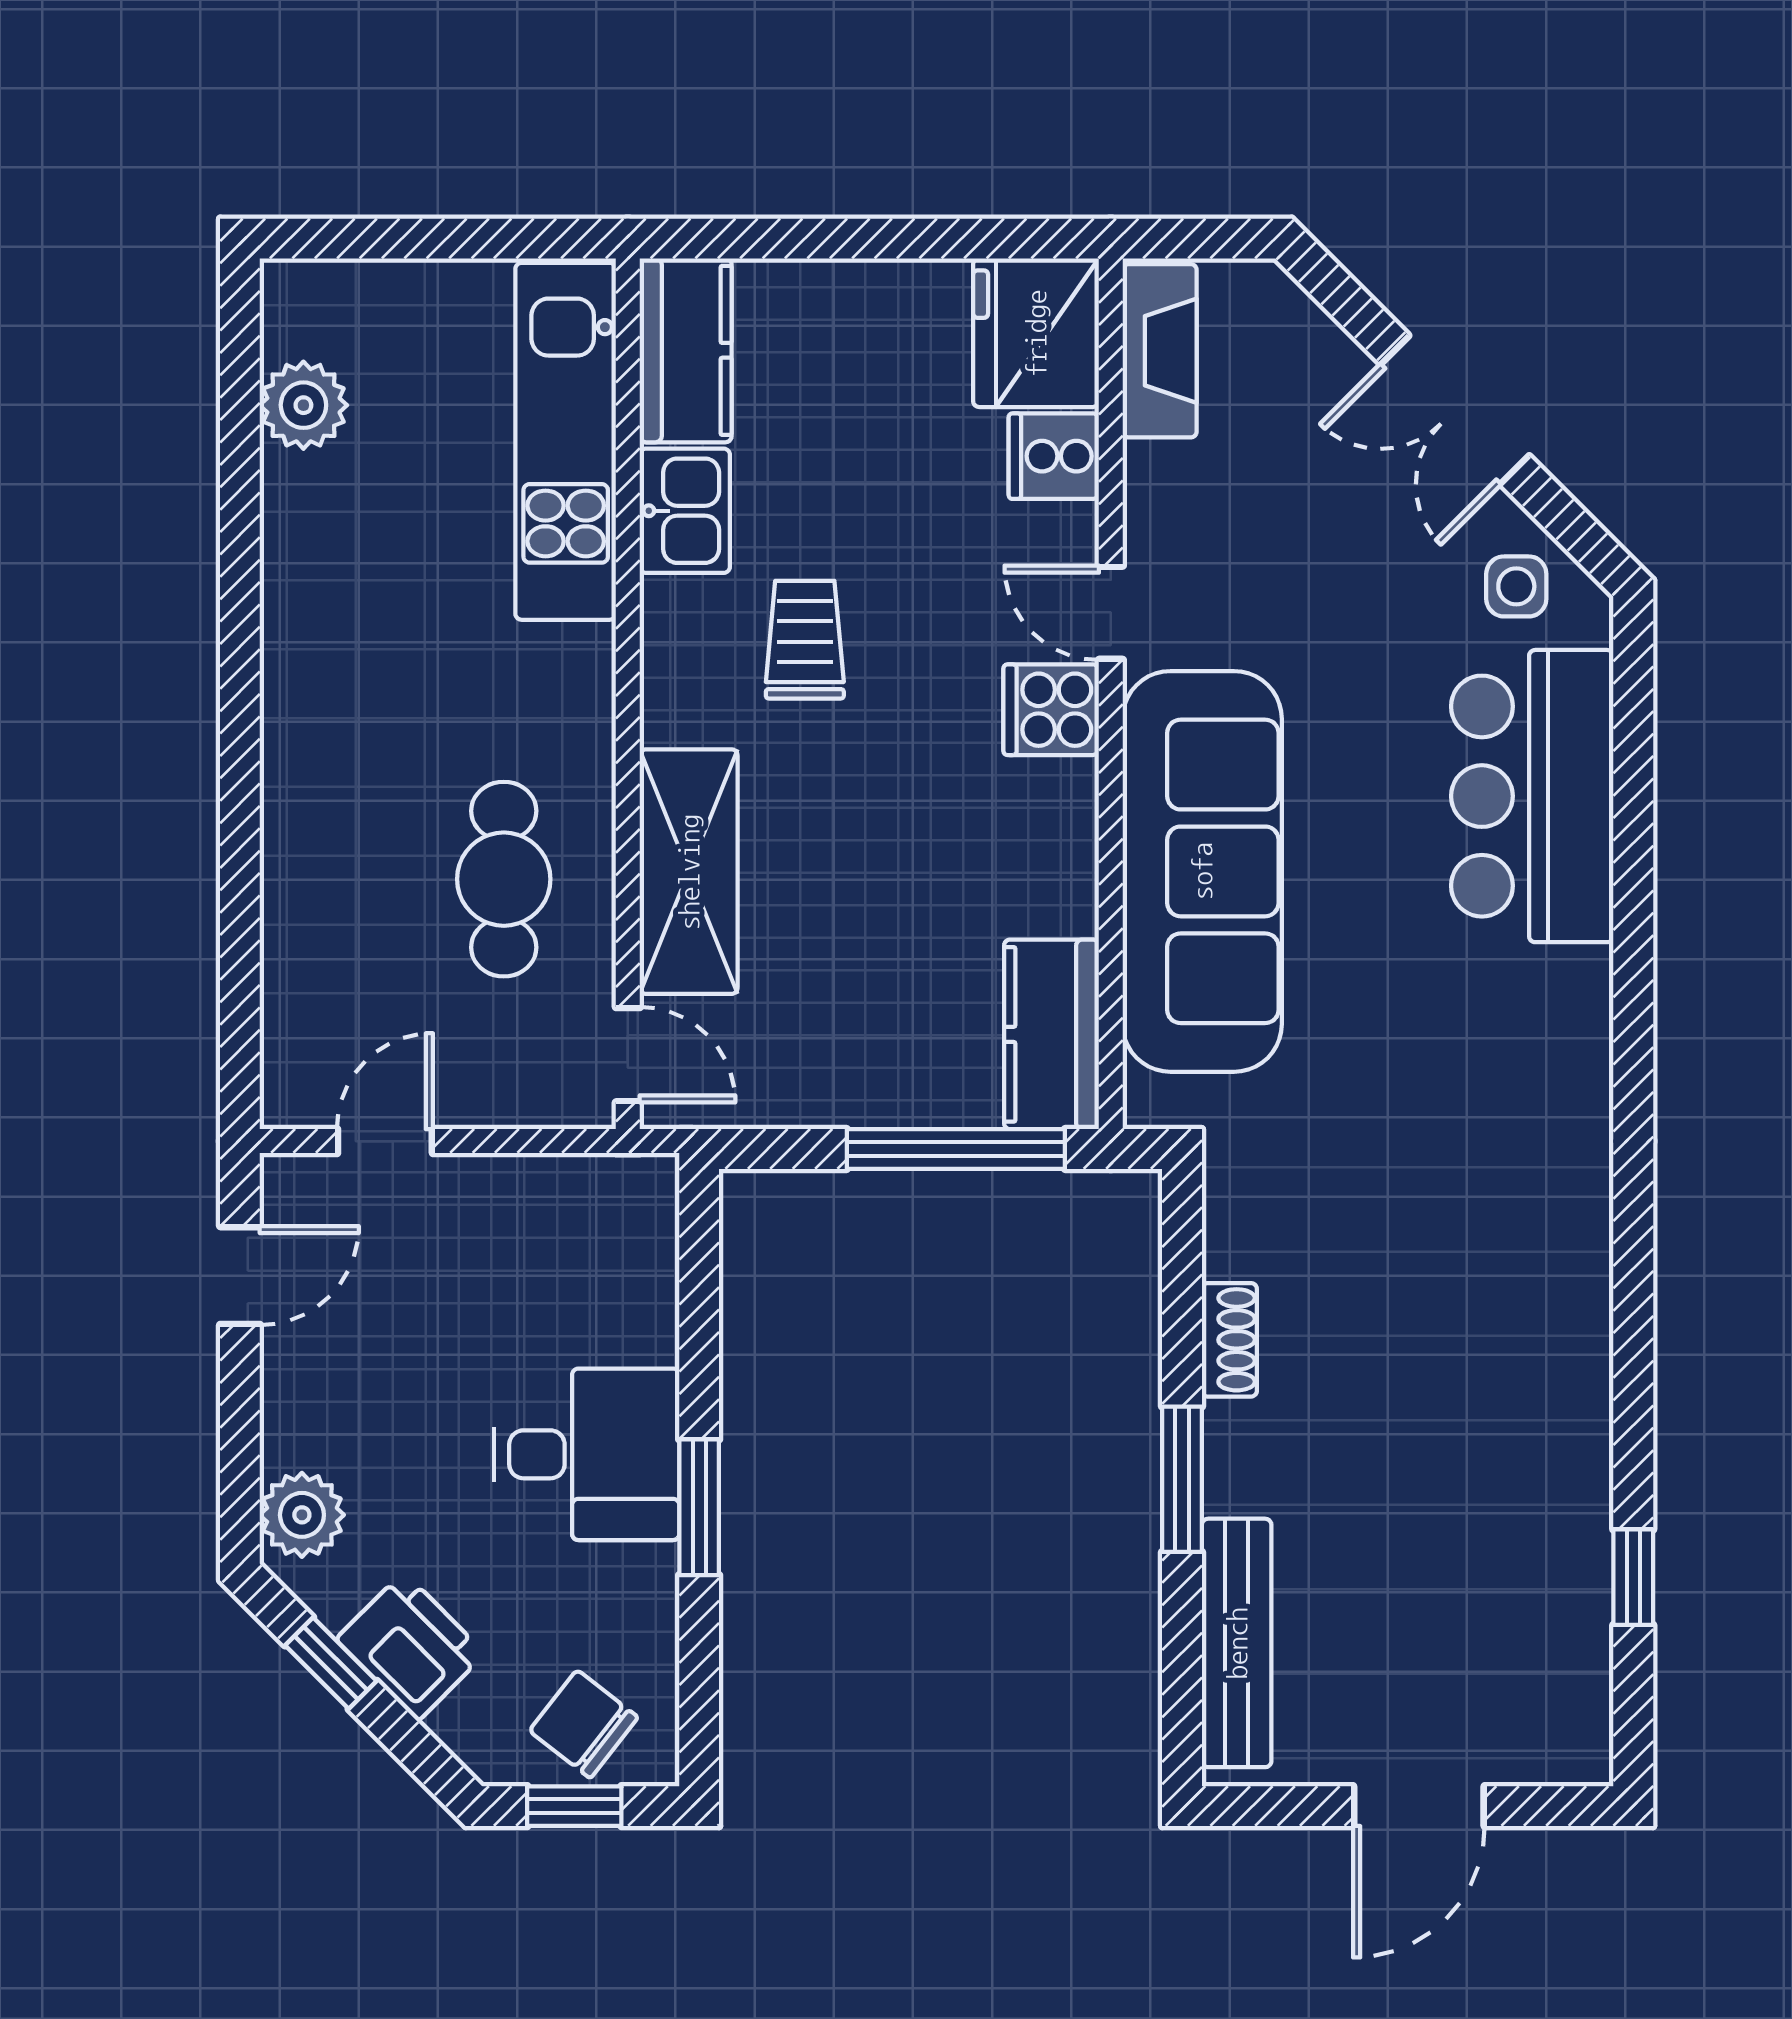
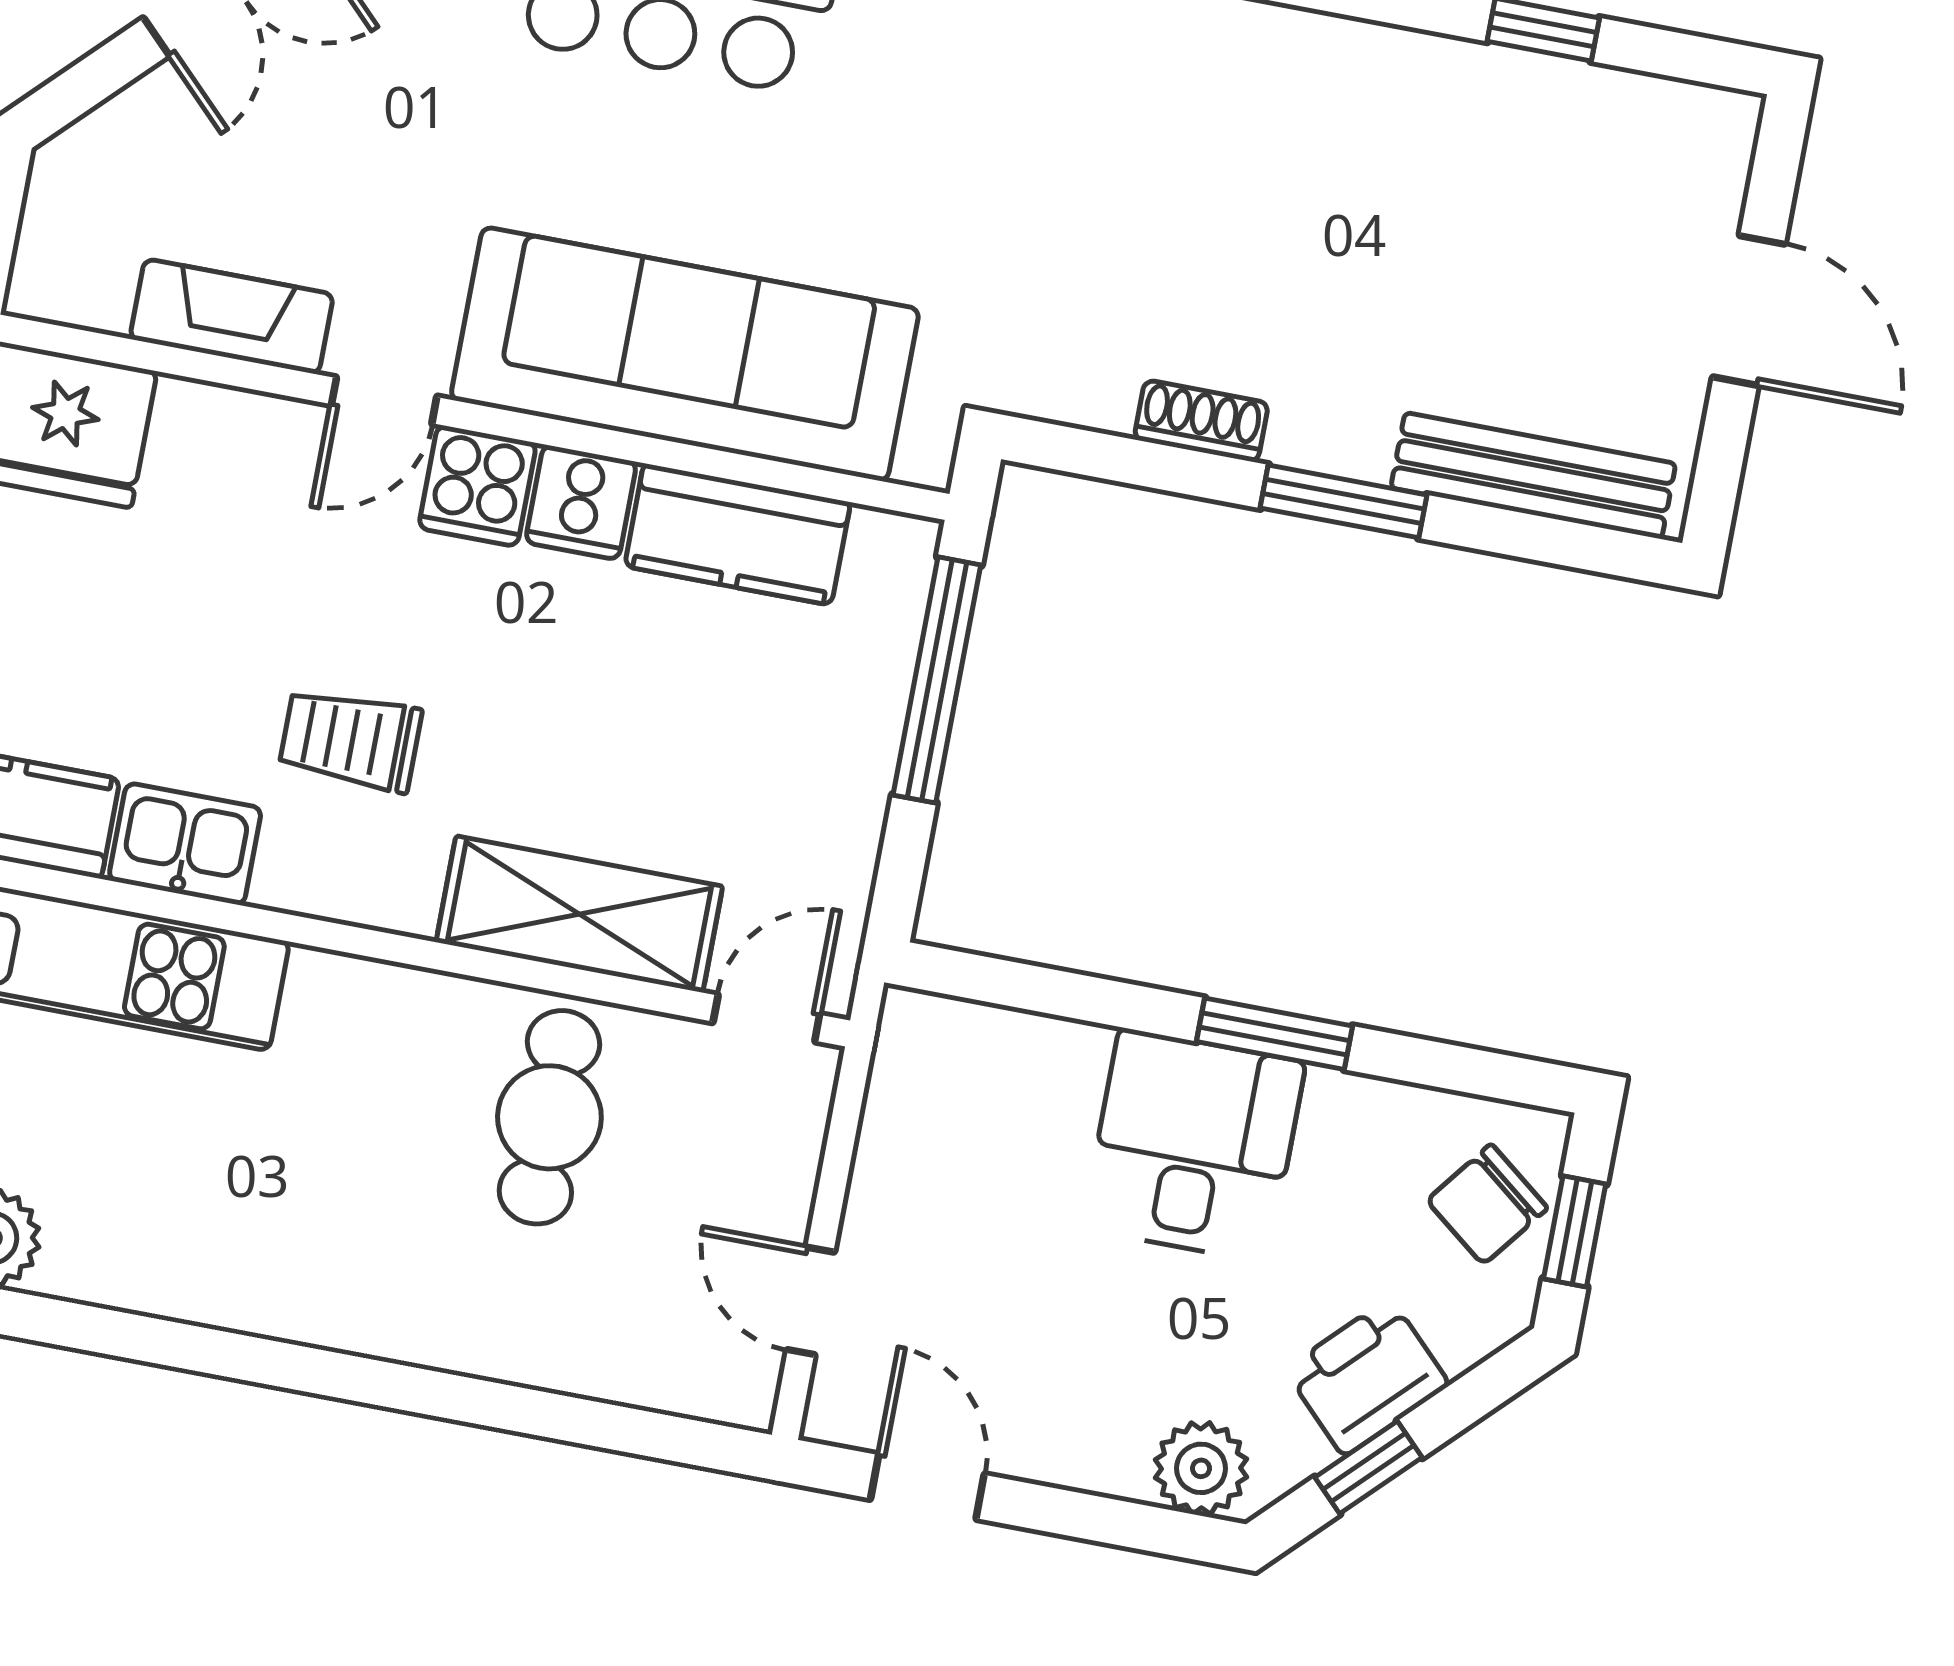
fireplace: (1160, 351) -> (232, 317), moved
cooker: (1054, 456) -> (581, 502), moved
cafe table: (504, 879) -> (549, 1117), turned 90
kitchen counter: (1051, 1034) -> (738, 534), moved

